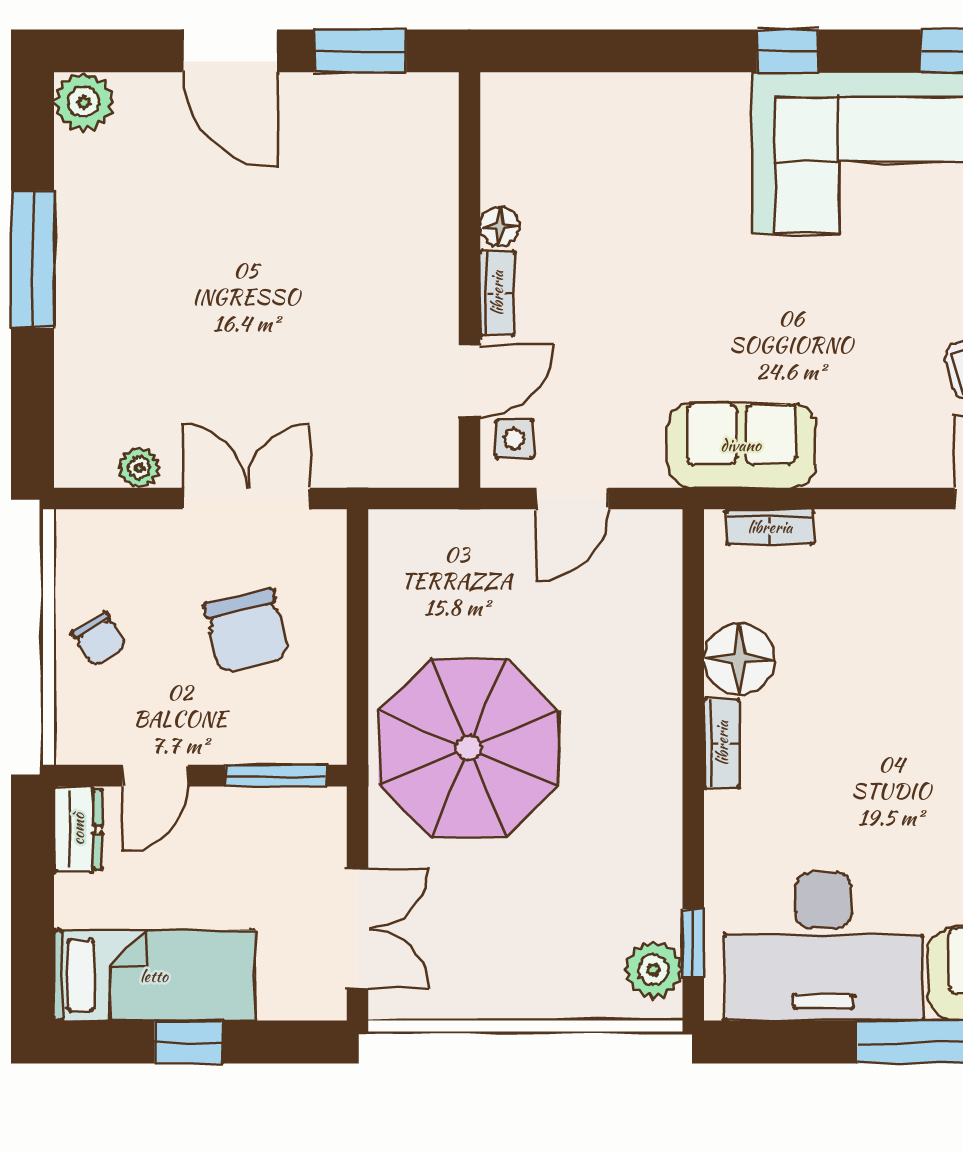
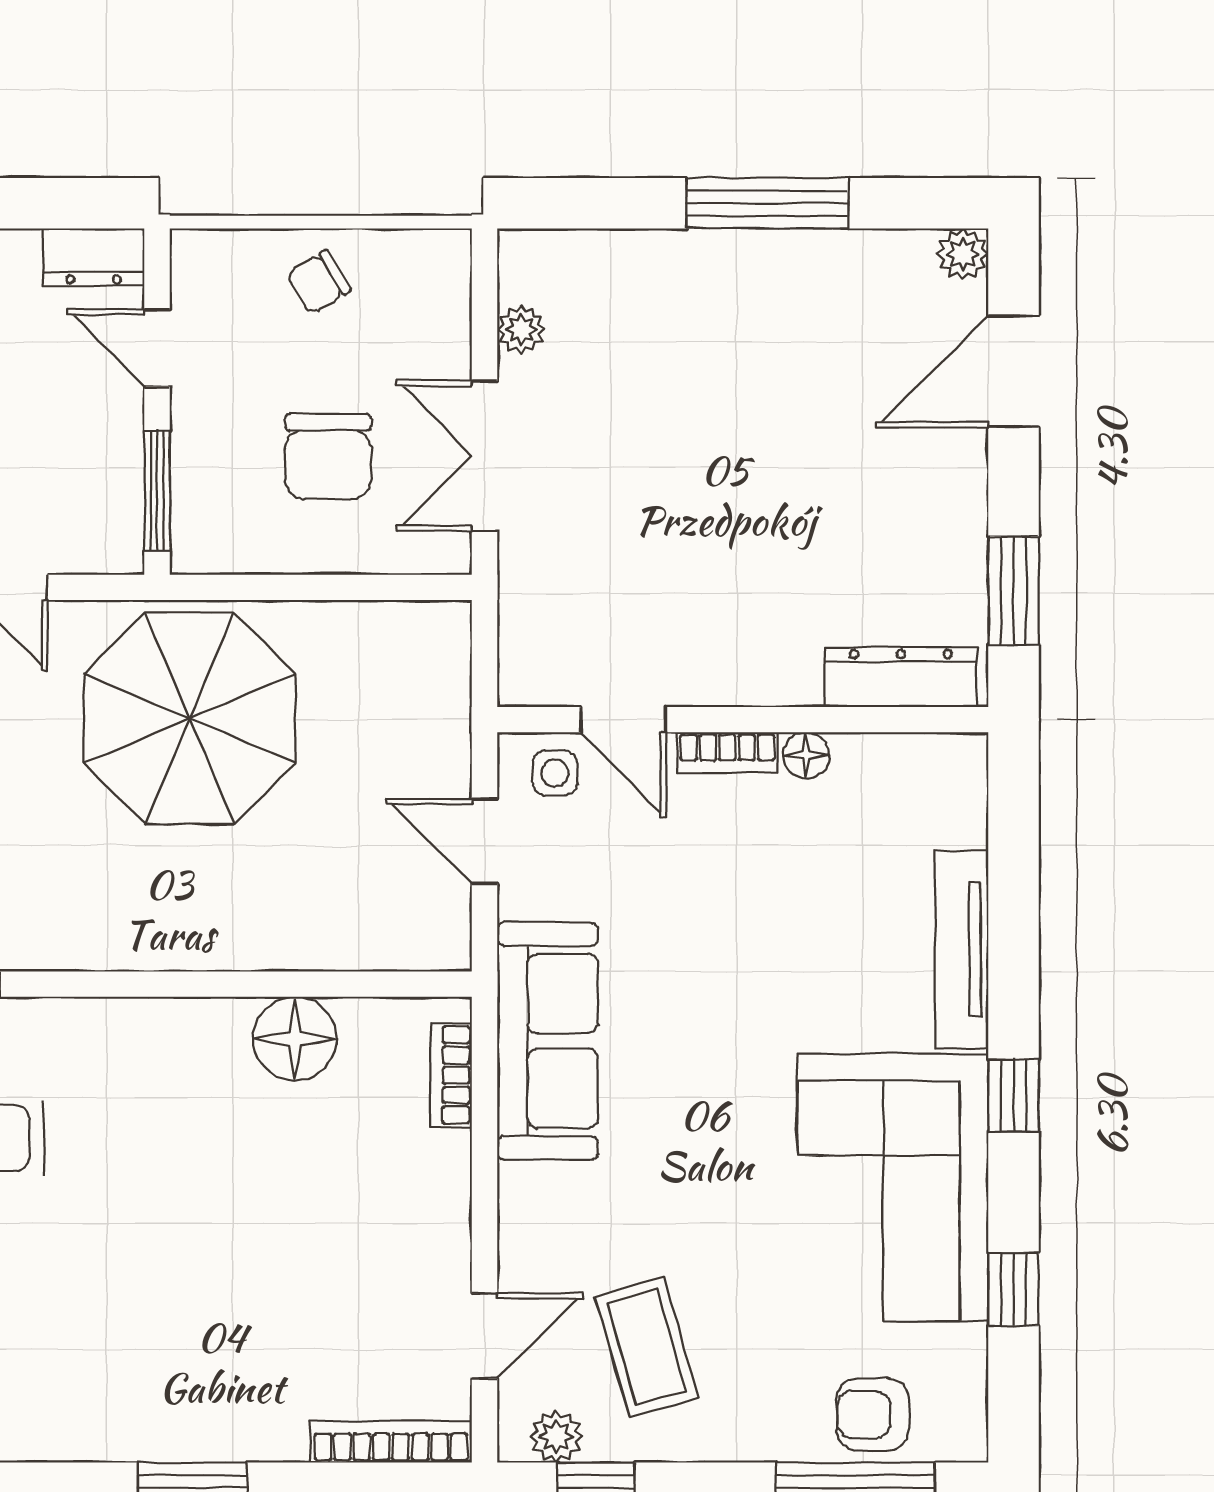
door: (230, 51) -> (1014, 371), moved
tv unit: (664, 95) -> (962, 950), added
plant: (84, 102) -> (963, 254), width x0.73, depth x0.73
dresser: (434, 146) -> (901, 677), added
sofa: (741, 445) -> (548, 1041), width x1.36
double door: (246, 499) -> (485, 456), swing flipped
chair: (247, 631) -> (328, 457), turned -76
bookcase: (722, 743) -> (195, 1018), removed

